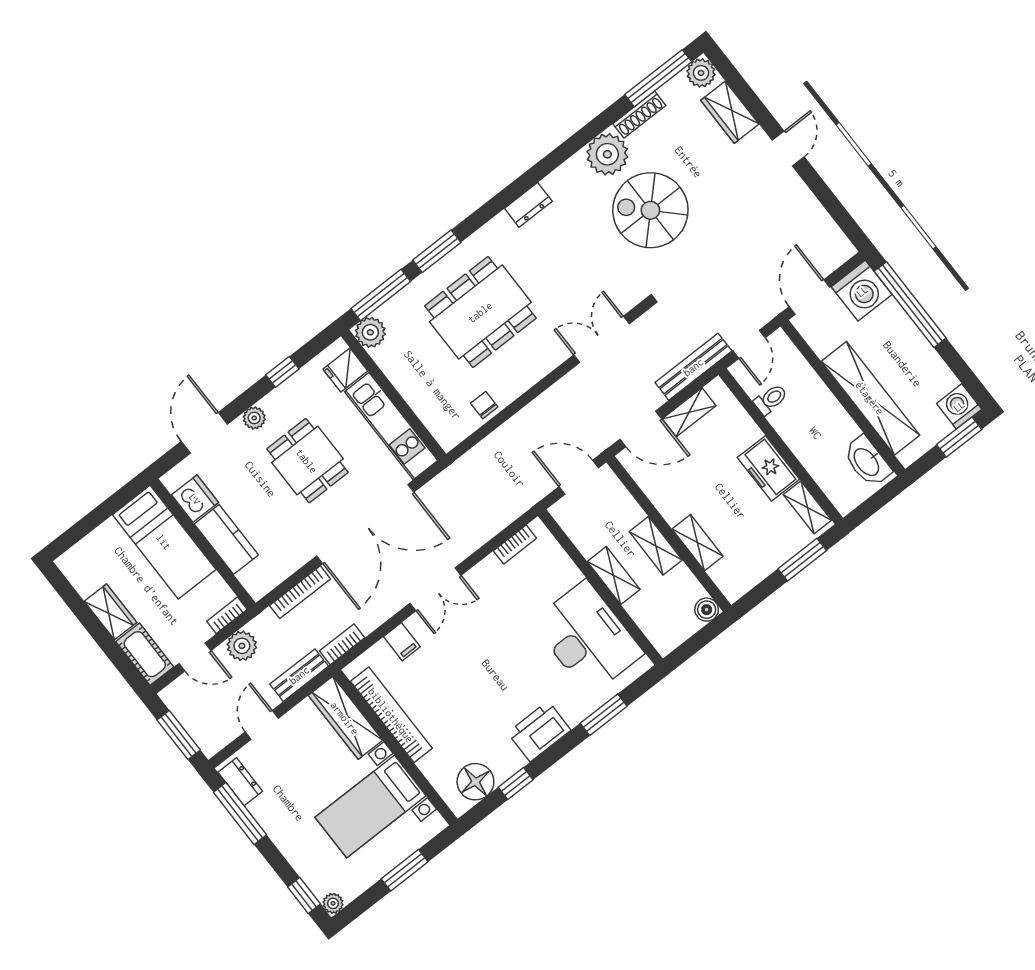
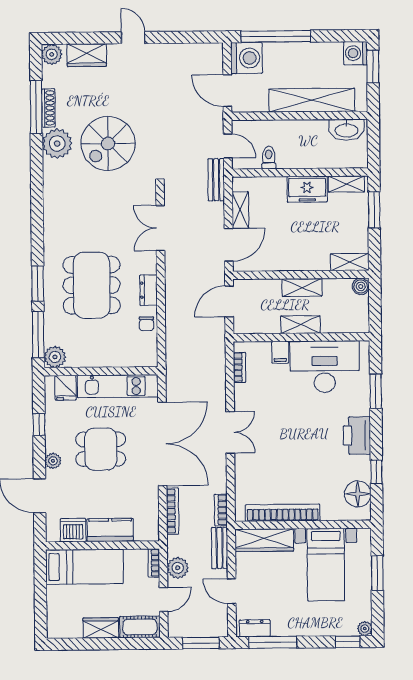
window: (658, 78) -> (36, 107), moved
dresser: (528, 205) -> (148, 290), moved, turned 180
bench: (693, 367) -> (216, 180), width x0.73
chair: (484, 405) -> (146, 324), turned -90
shelving: (698, 543) -> (350, 262), moved
filing cabinet: (402, 642) -> (280, 352), moved, turned 90

